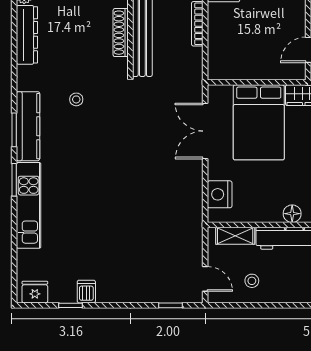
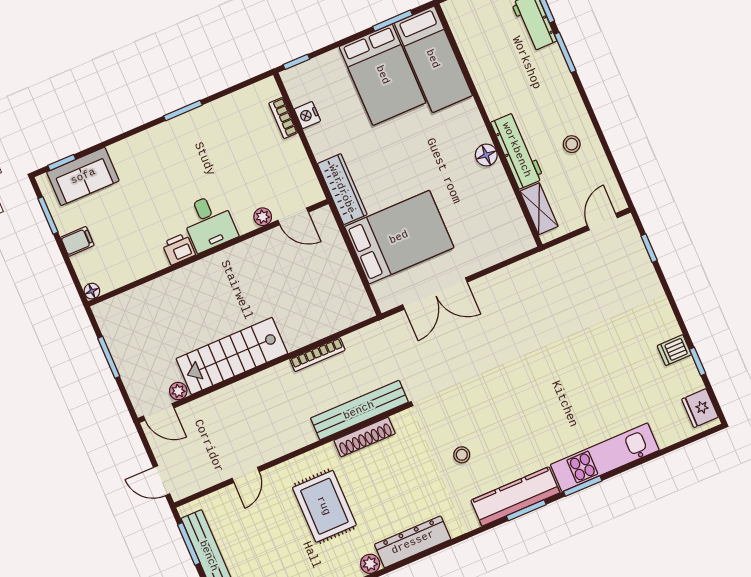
nightstand: (220, 194) -> (500, 246), removed
stool: (252, 281) -> (572, 144), moved

